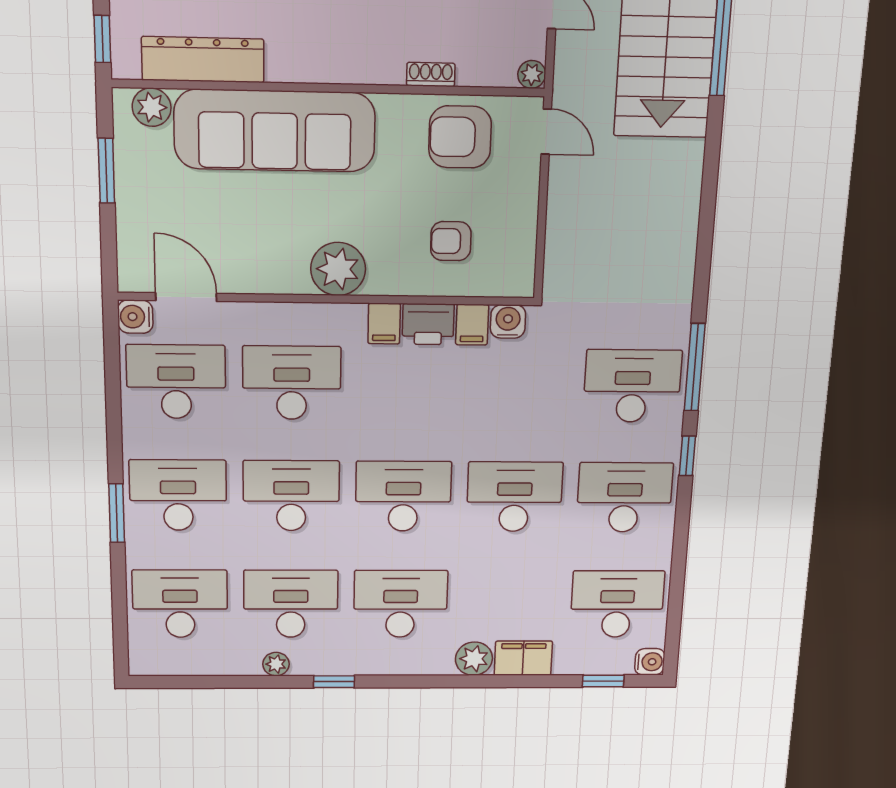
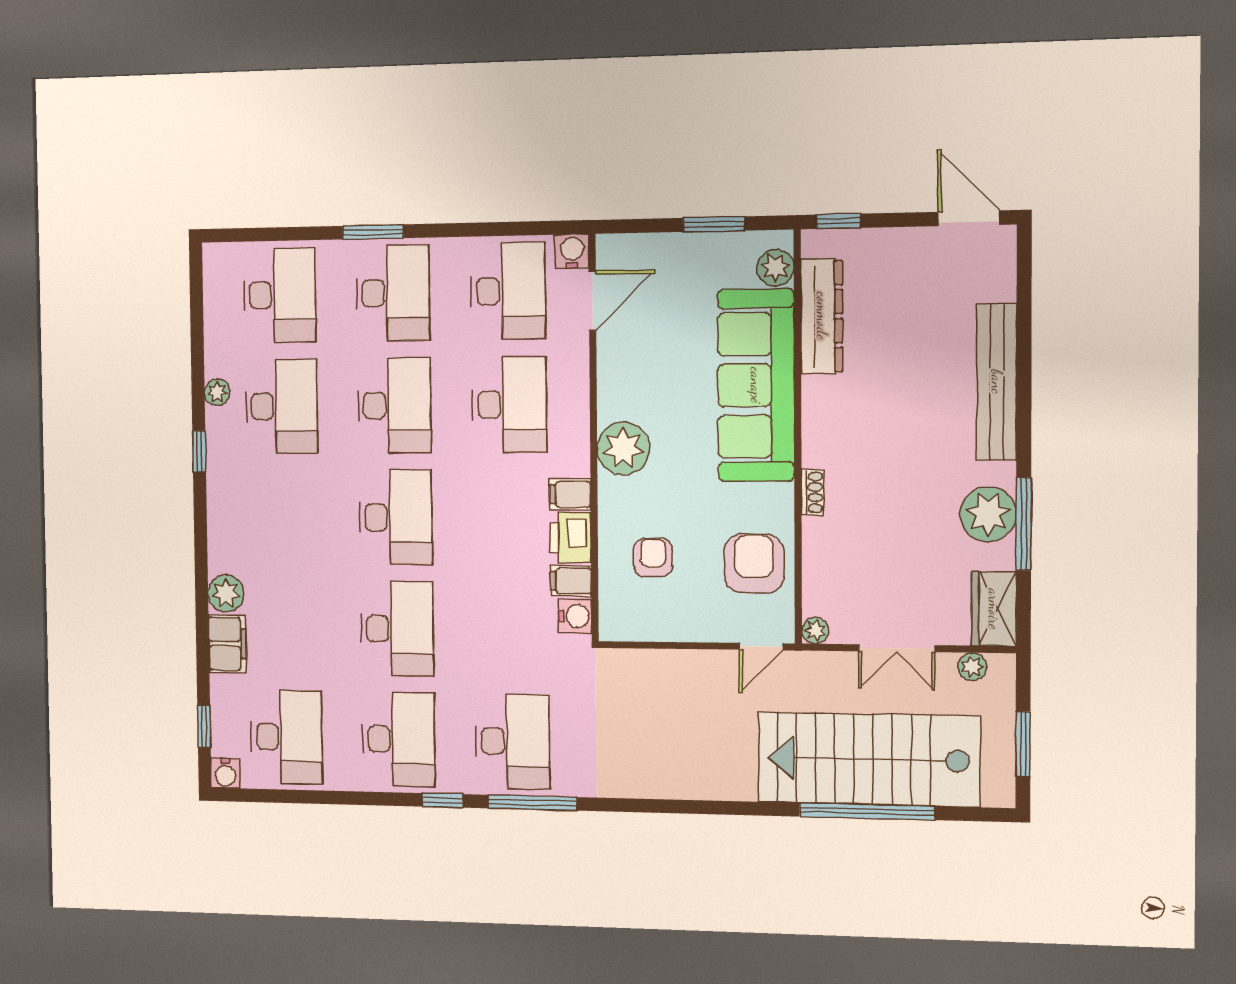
shoe rack: (431, 75) -> (813, 492), moved
desk: (400, 604) -> (283, 517), removed

